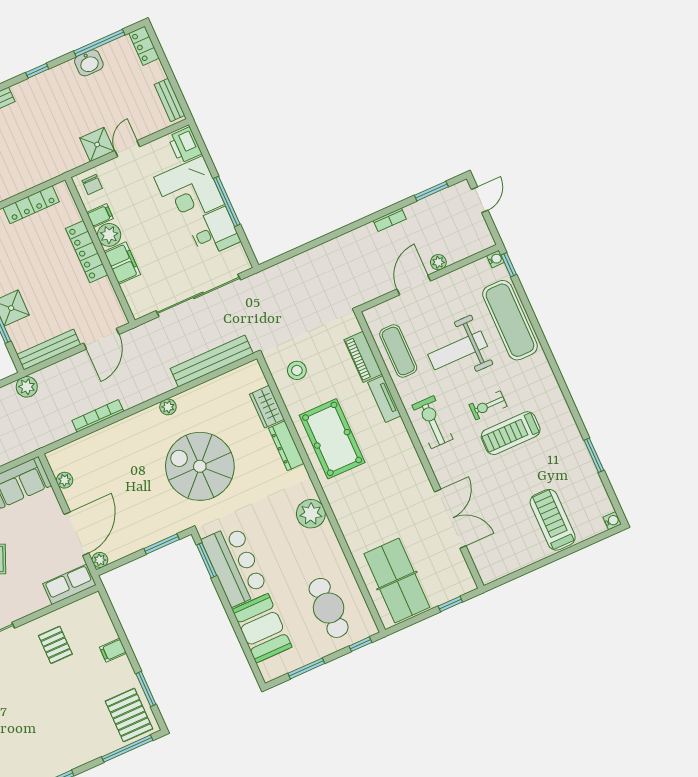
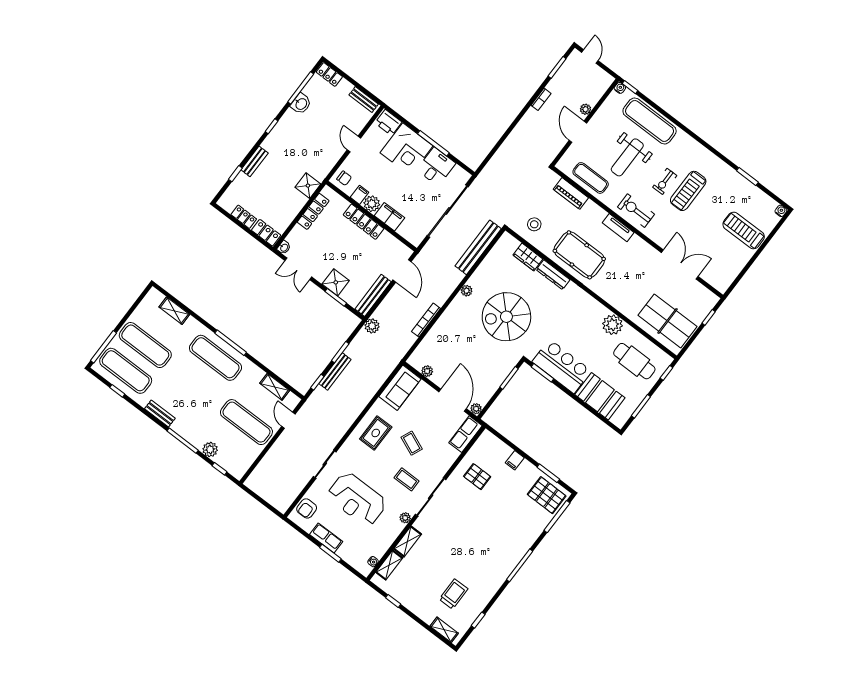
shower: (97, 144) -> (308, 186), moved
tv unit: (384, 399) -> (618, 228), moved
plant: (311, 514) -> (613, 325), moved

